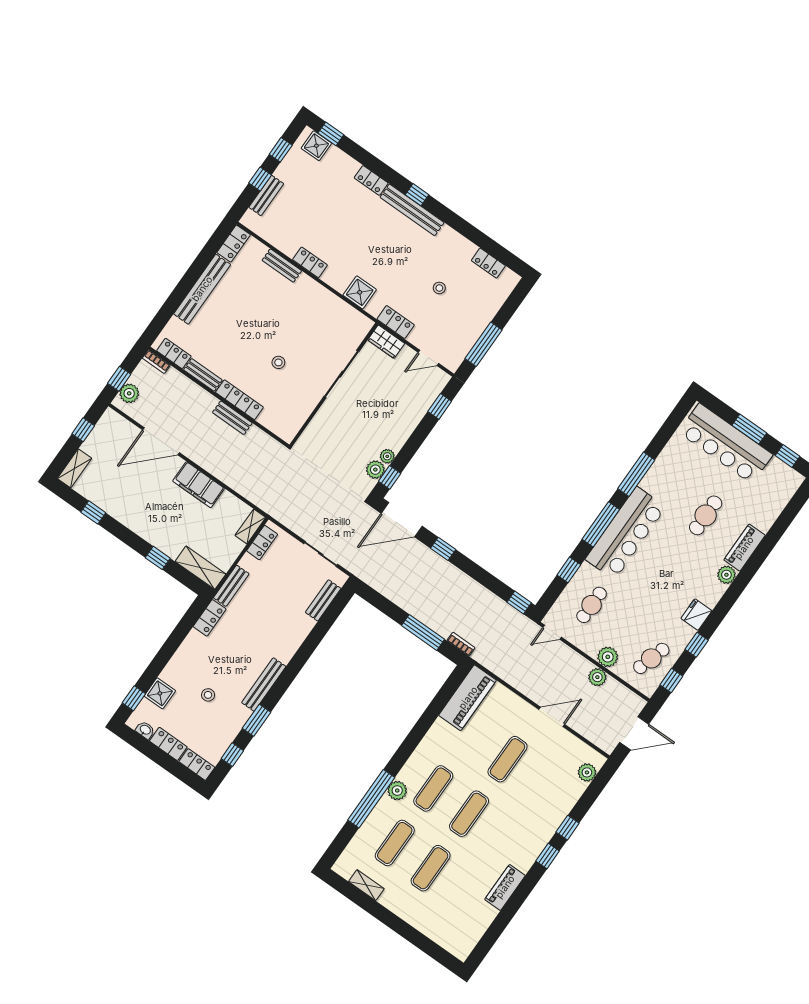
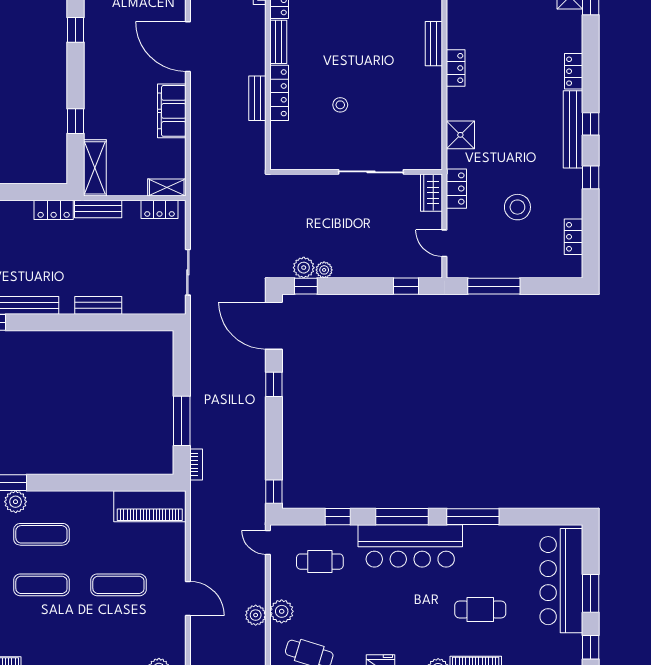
window: (455, 221) -> (591, 177), added
stool: (439, 288) -> (517, 207), width x1.89, depth x1.89
bench: (323, 600) -> (98, 305), moved

